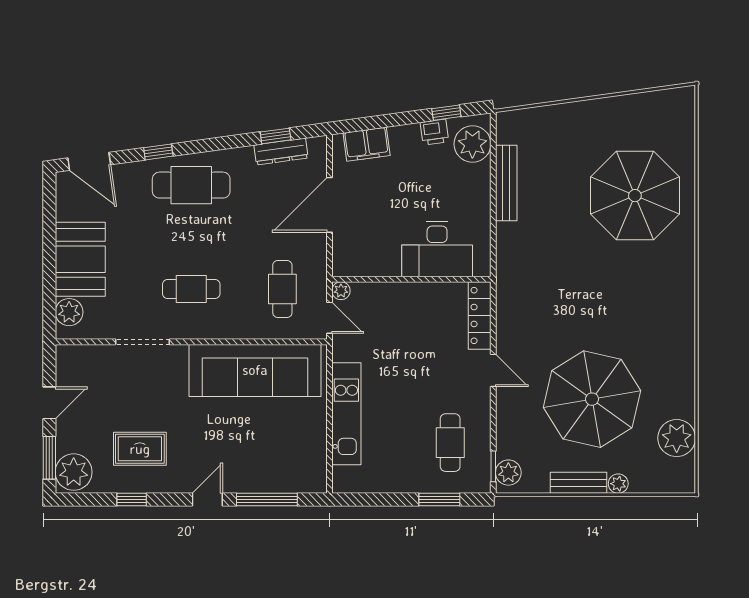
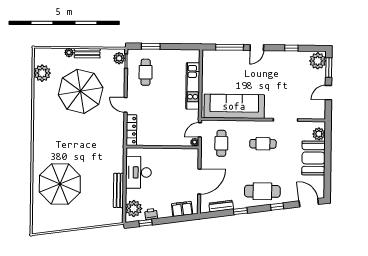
window: (276, 136) -> (240, 211), moved
desk: (437, 249) -> (138, 172), moved, turned -90
door: (330, 318) -> (200, 130), hinge flipped
rug: (140, 449) -> (287, 71), removed

